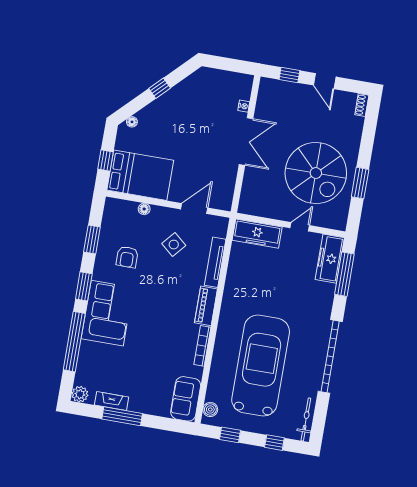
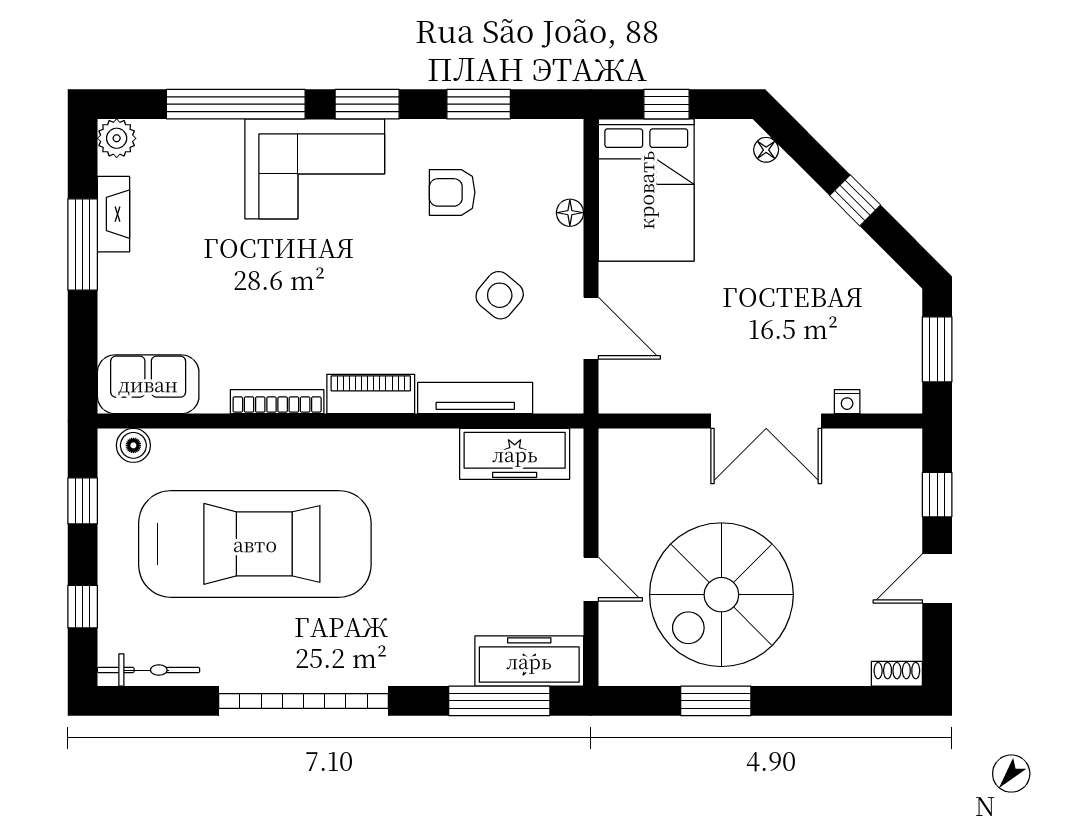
window: (228, 64) -> (937, 349), added
freezer: (257, 234) -> (515, 454), moved, turned -90

